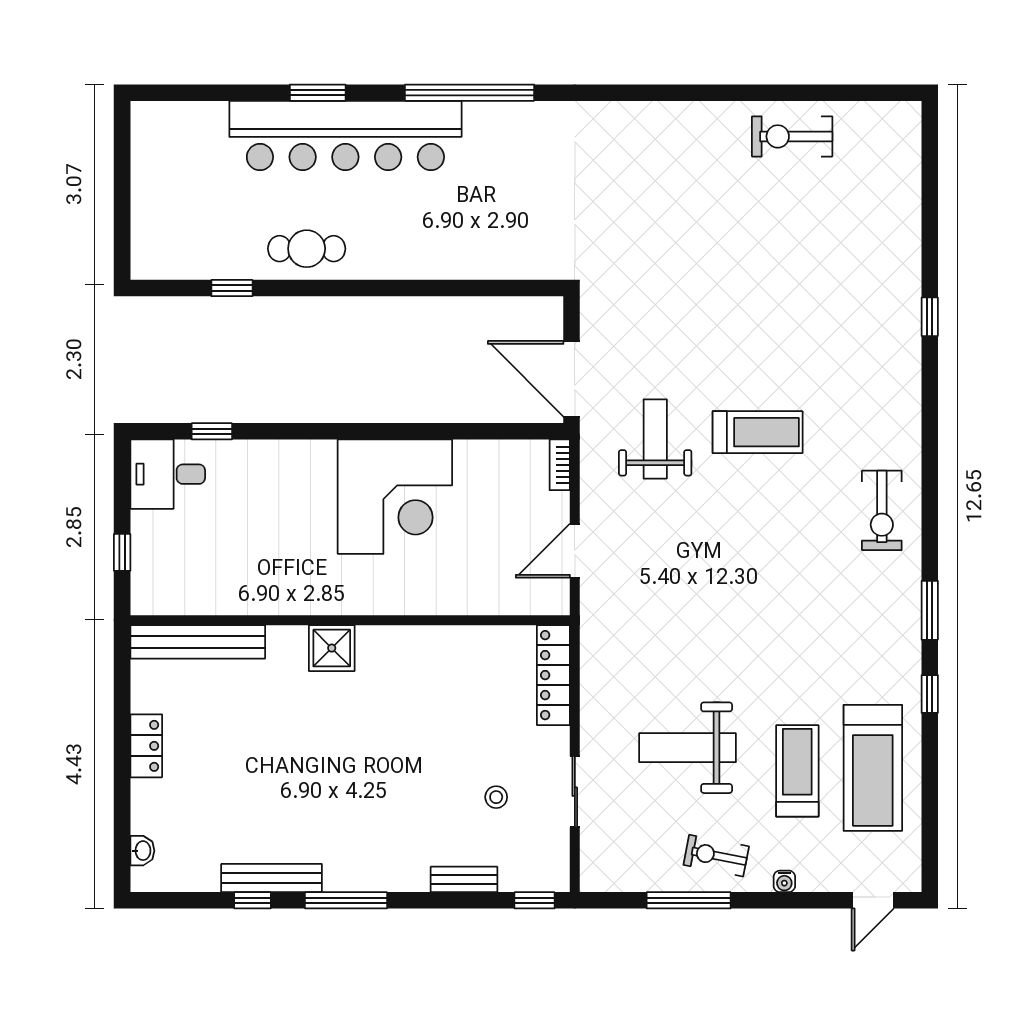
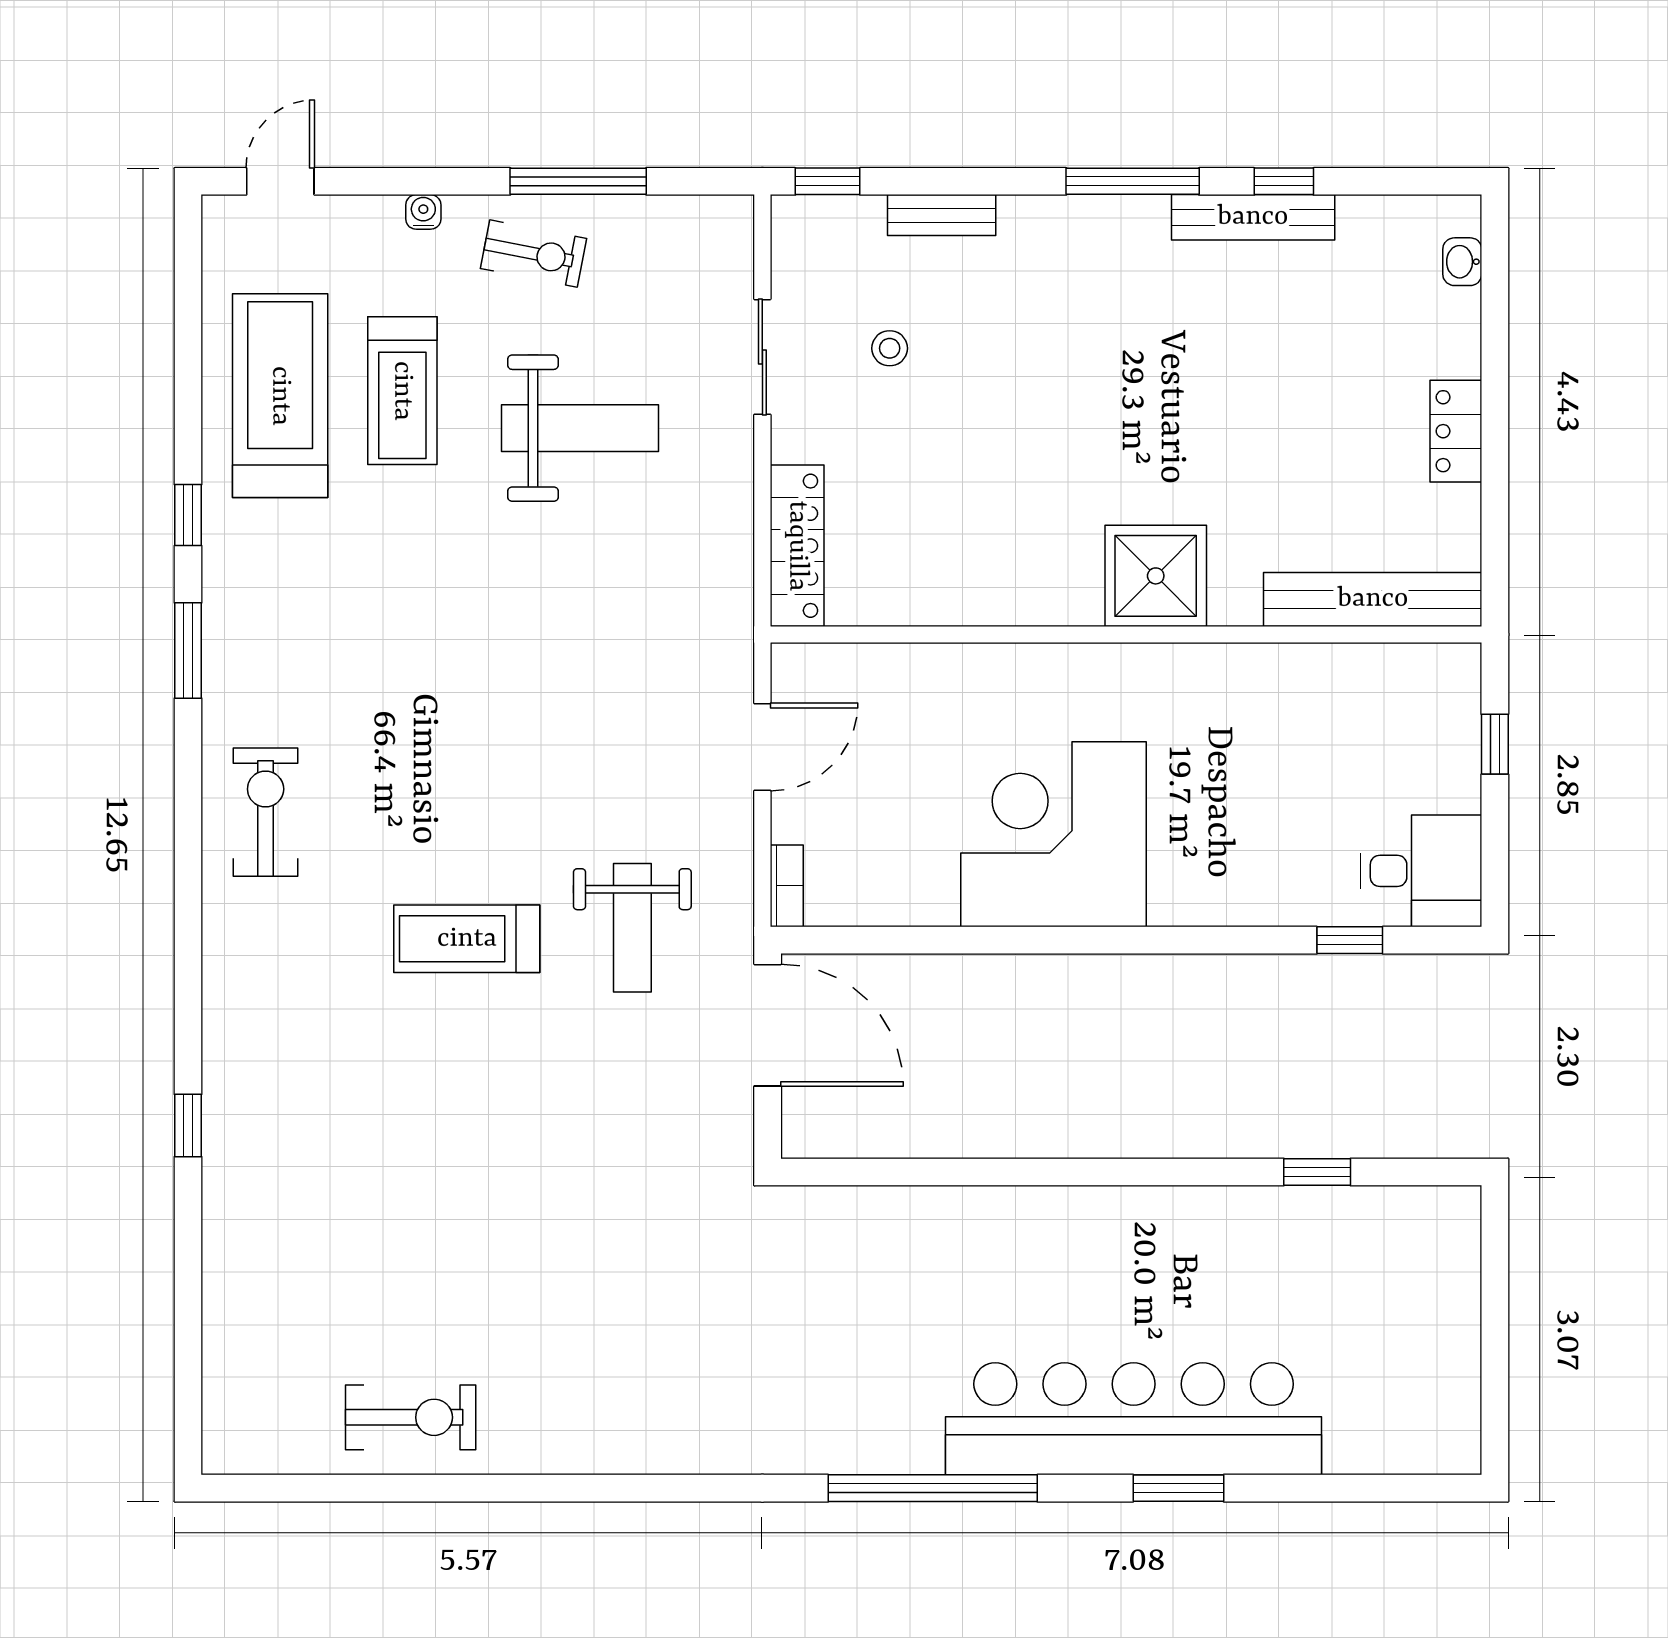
cafe table: (307, 249) -> (1196, 1236), removed
shower: (332, 648) -> (1156, 576), width x1.36, depth x1.36

